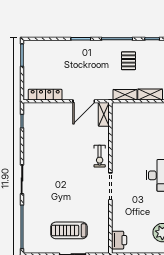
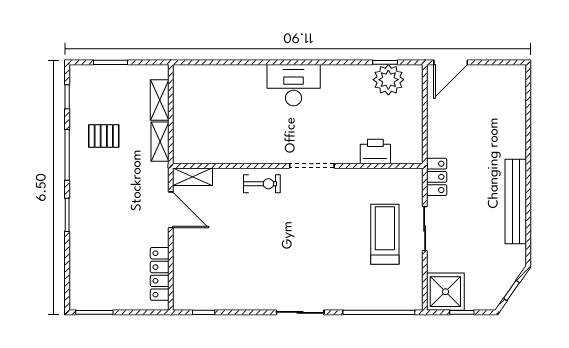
treadmill: (69, 230) -> (385, 234), turned 180
printer: (119, 240) -> (375, 152), moved

